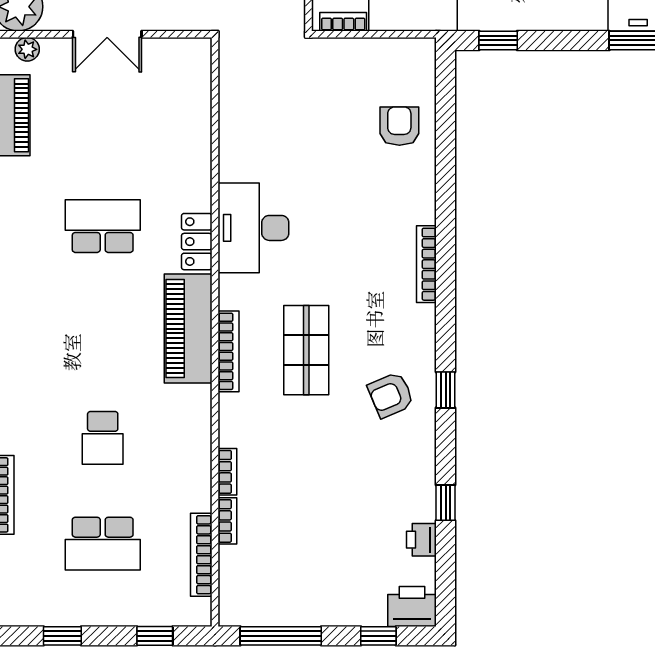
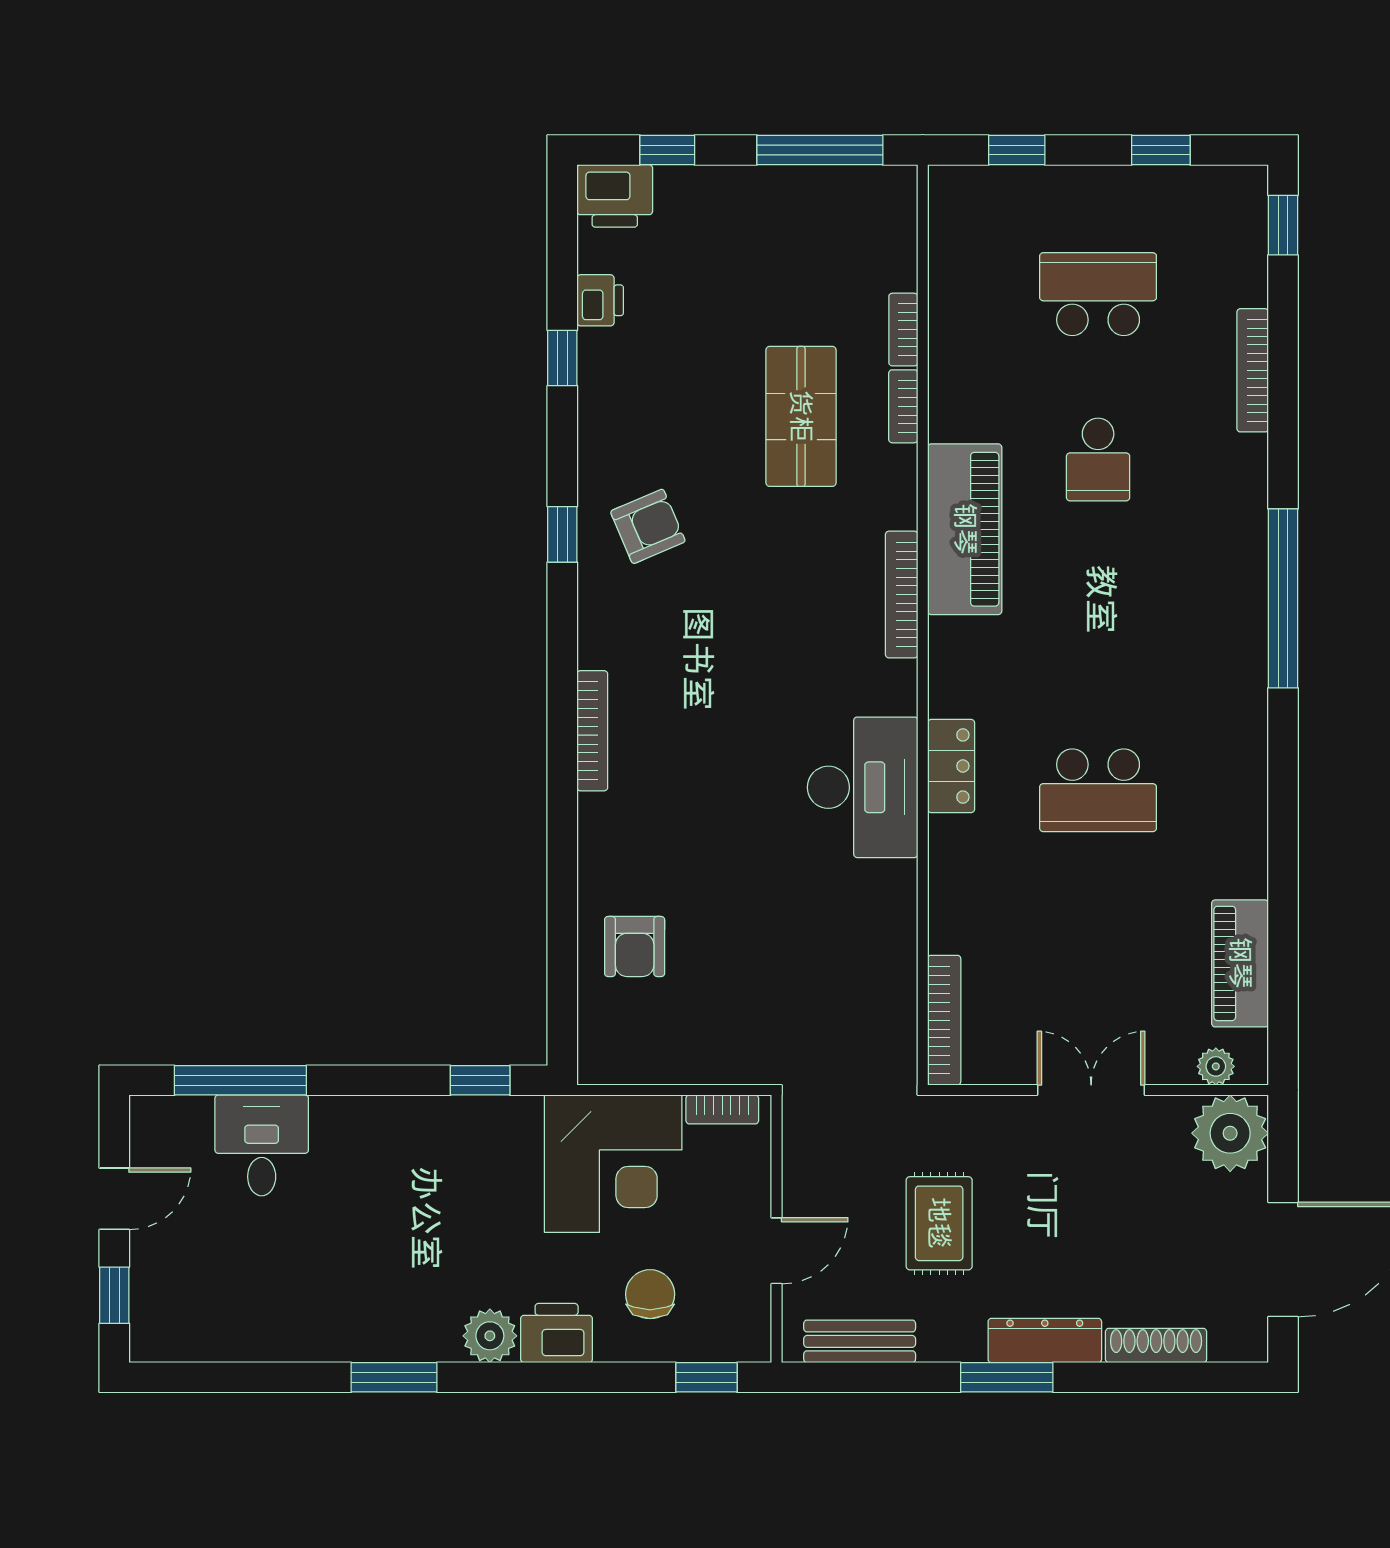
piano: (188, 329) -> (965, 529), moved
shop shelf: (306, 350) -> (801, 416), moved
school desk: (103, 438) -> (1098, 460), turned 180
bookcase: (201, 555) -> (944, 1020), moved

